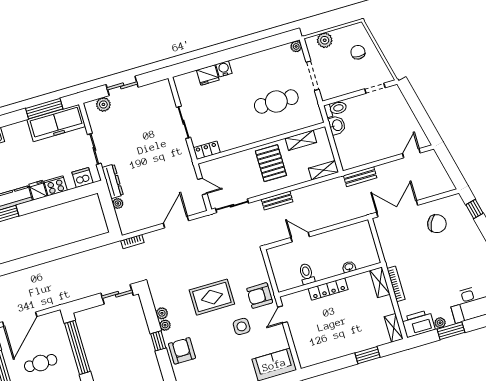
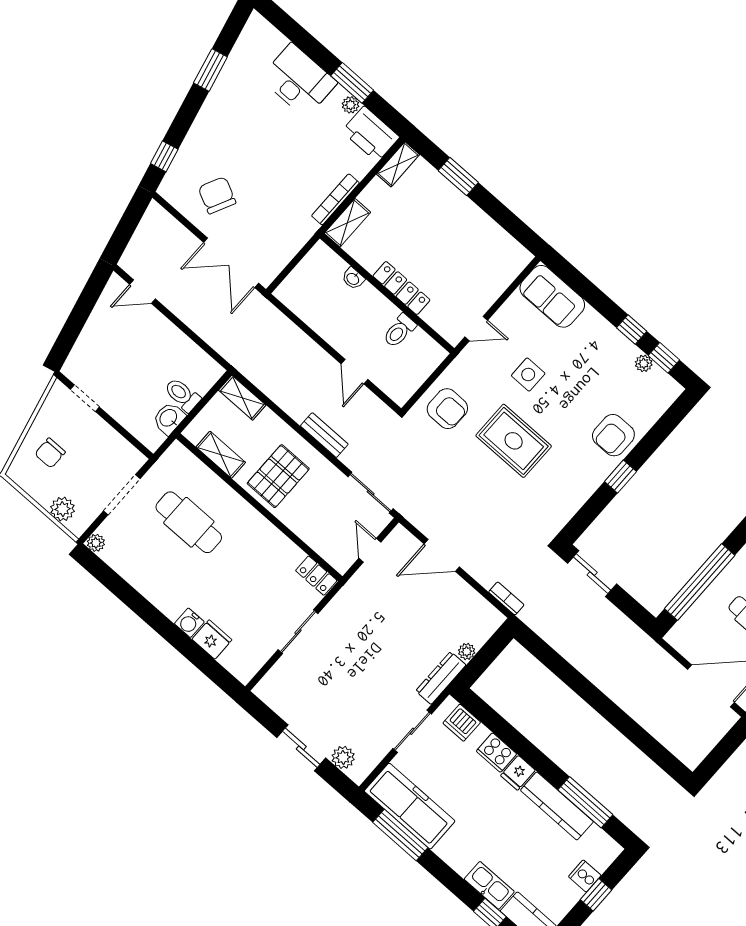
toilet: (336, 109) -> (182, 395), moved
bench: (360, 177) -> (219, 342), removed
armchair: (260, 296) -> (447, 409), moved
plant: (162, 313) -> (579, 495), removed
plant: (165, 325) -> (593, 481), removed

